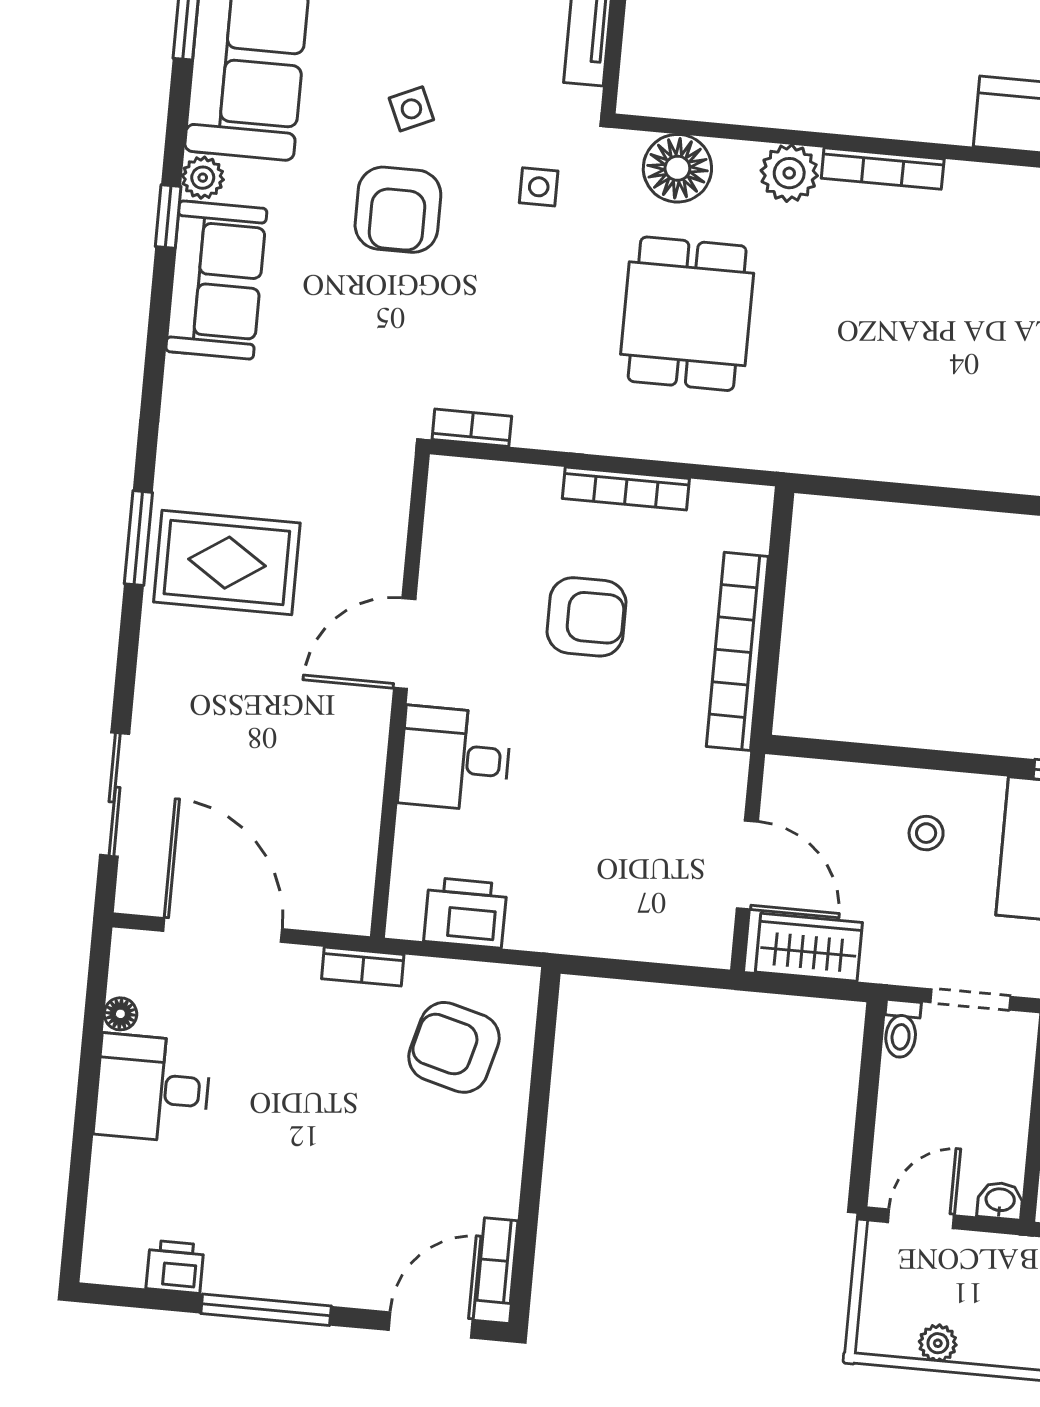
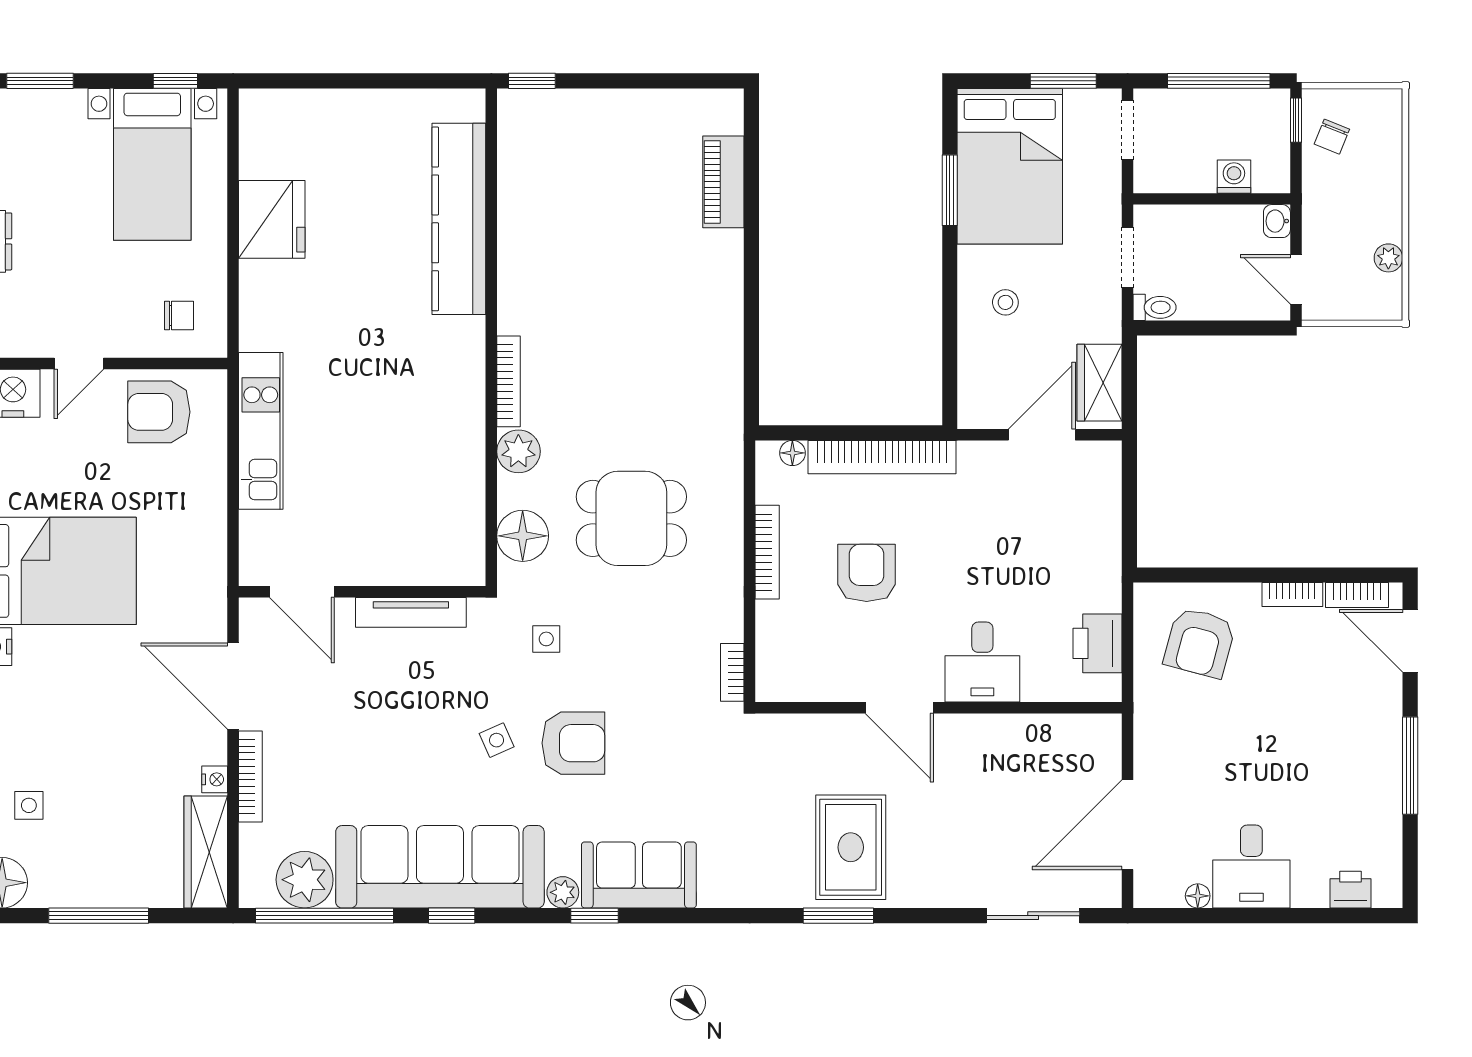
floor lamp: (754, 534) -> (792, 453), added
bookcase: (363, 967) -> (1292, 595), moved, turned 90
printer: (175, 1267) -> (1350, 890), moved, turned 90

